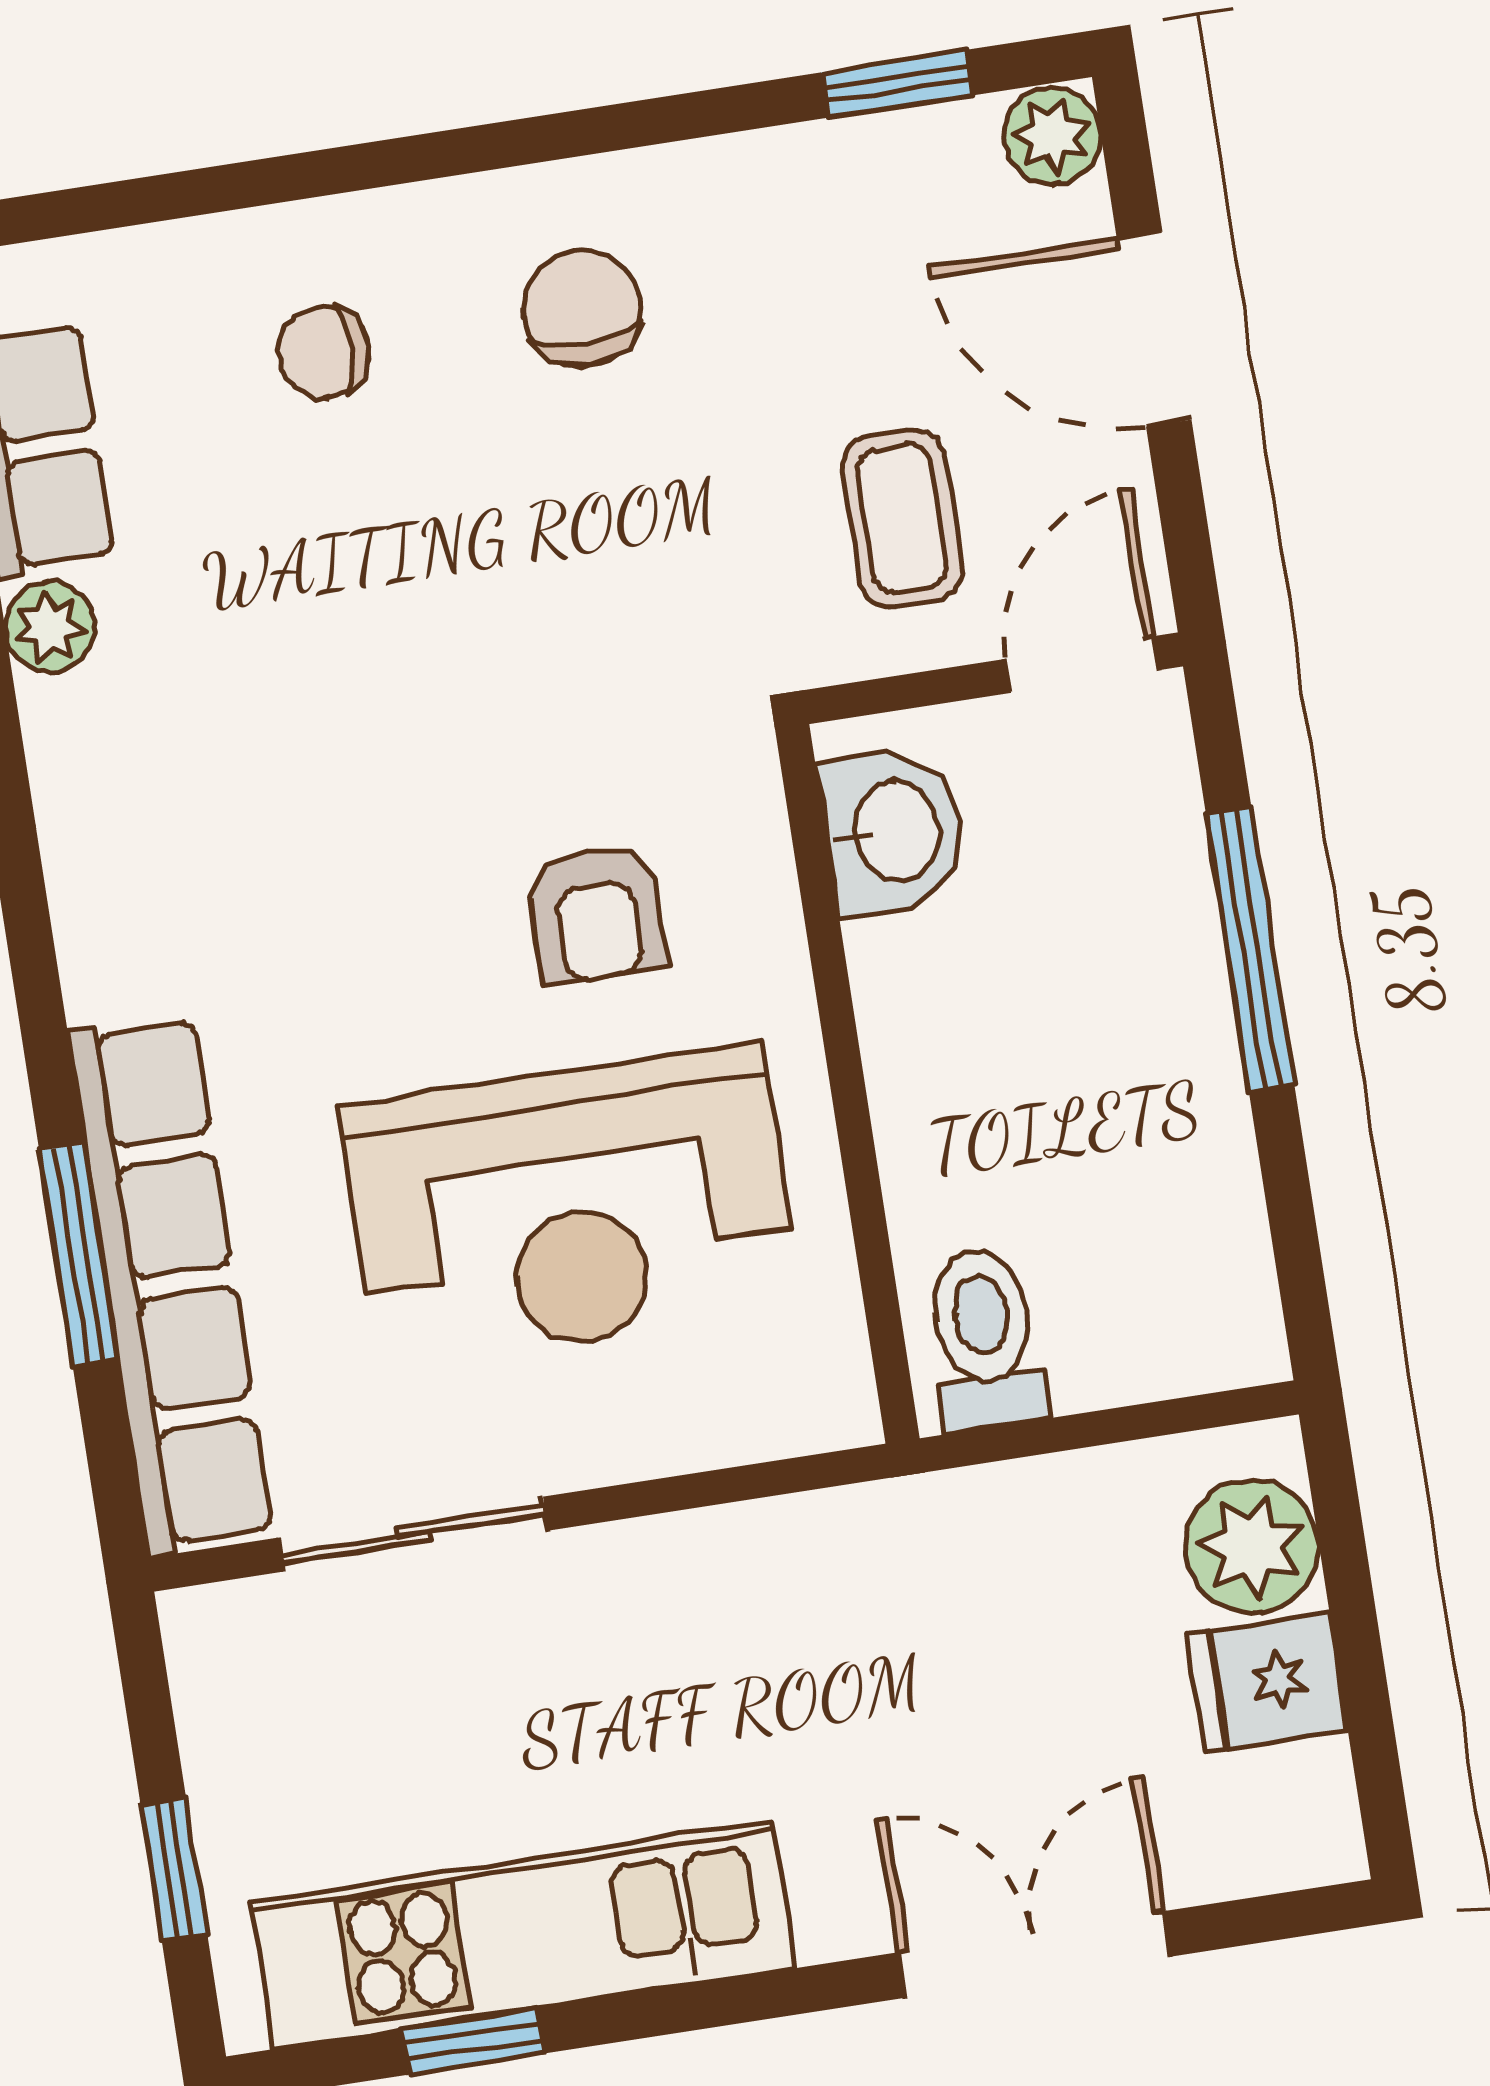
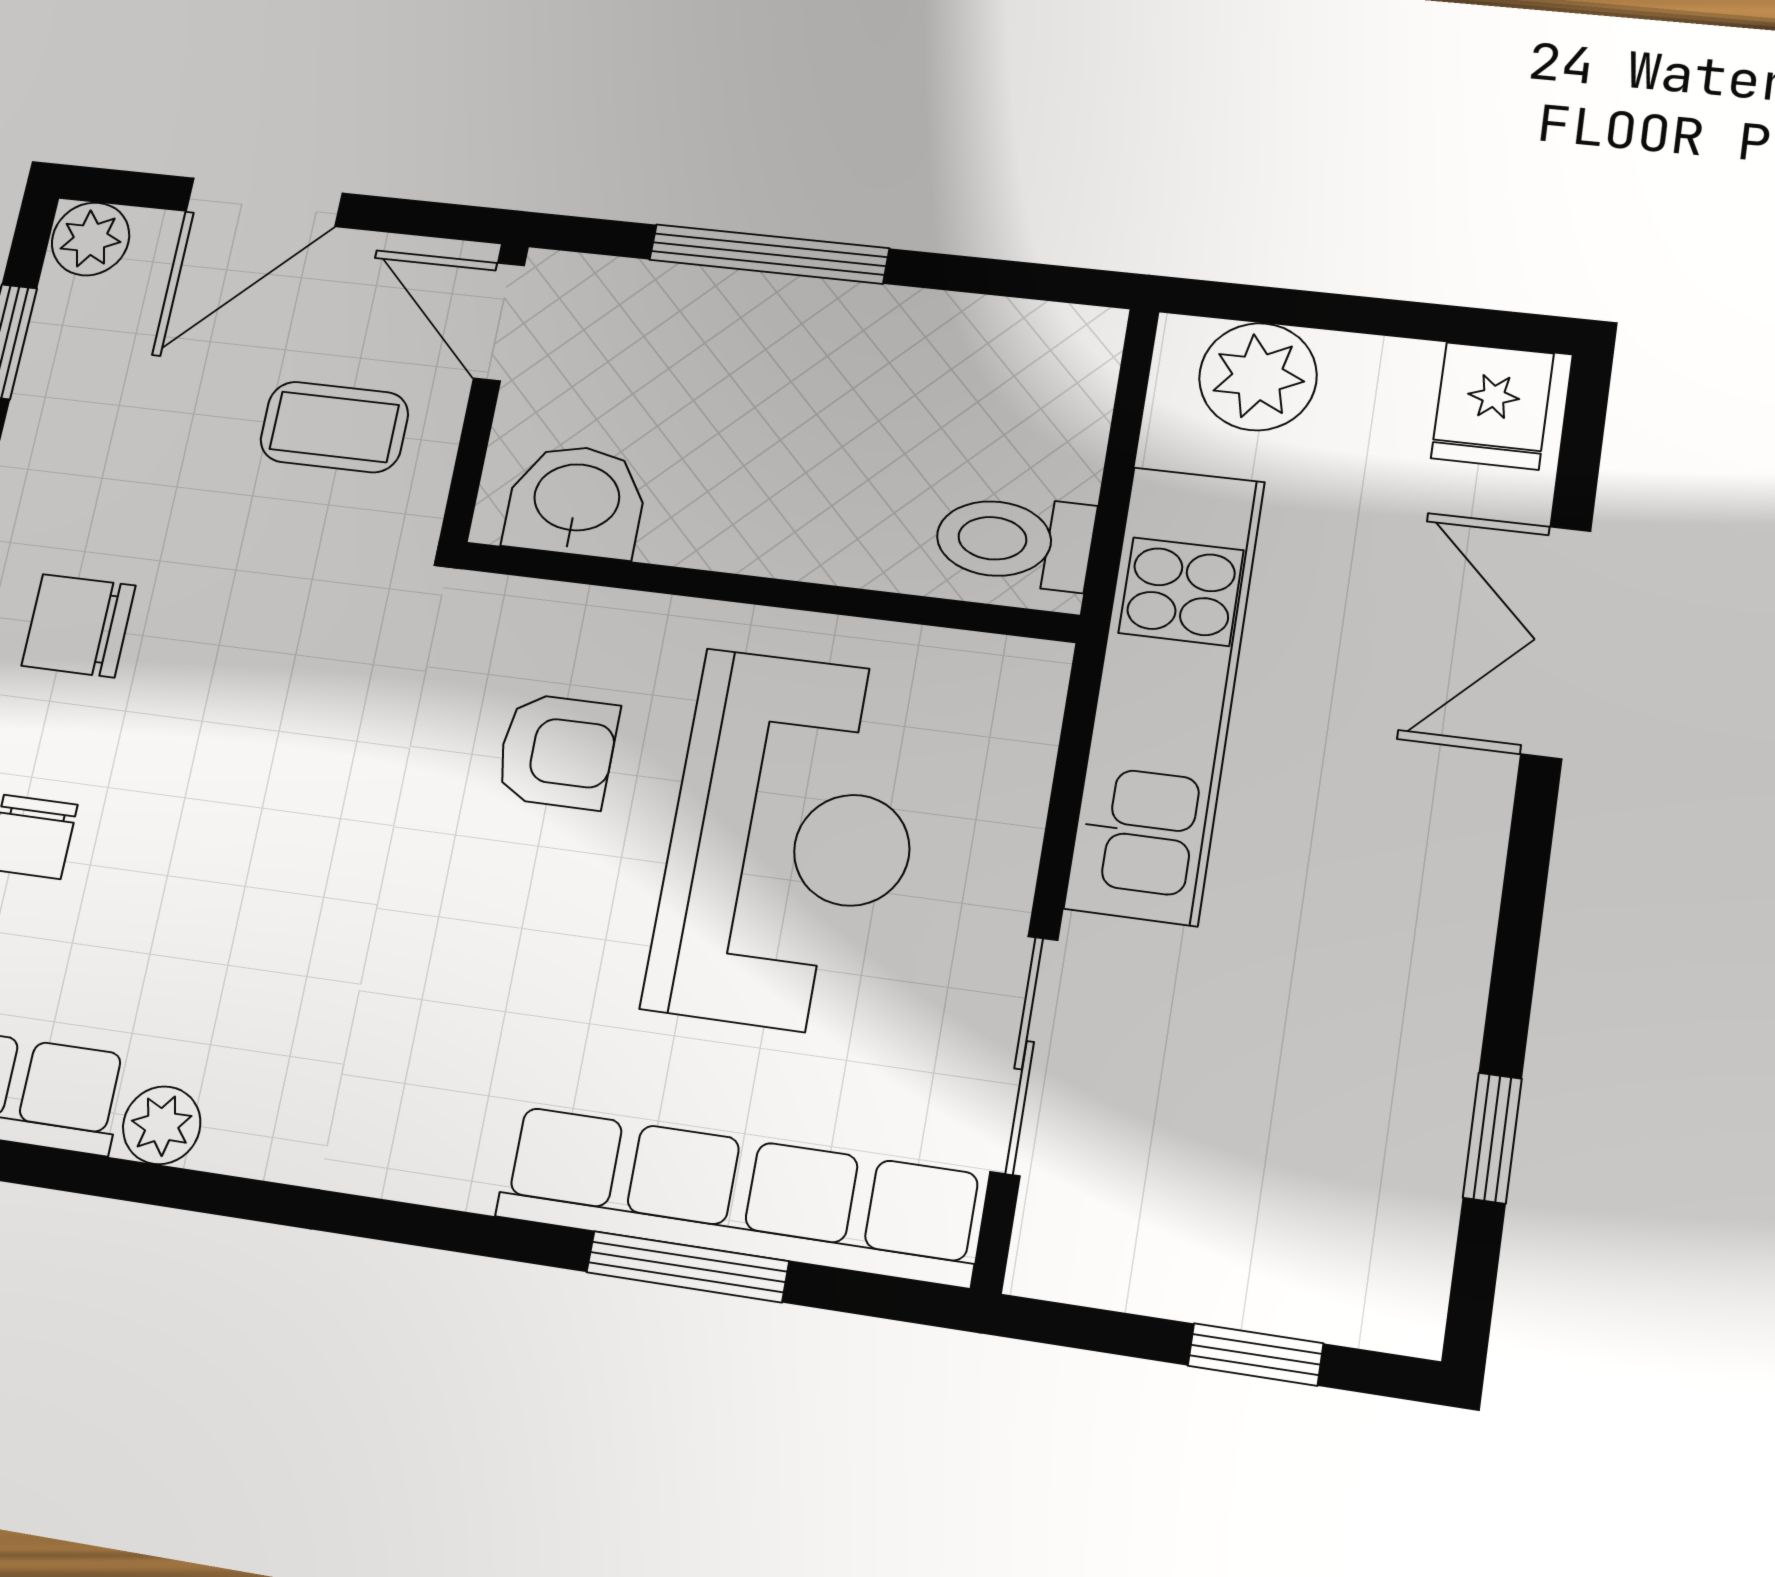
fridge: (1268, 1682) -> (1492, 406), moved
kitchen unit: (523, 1935) -> (1165, 693), moved, turned 180

